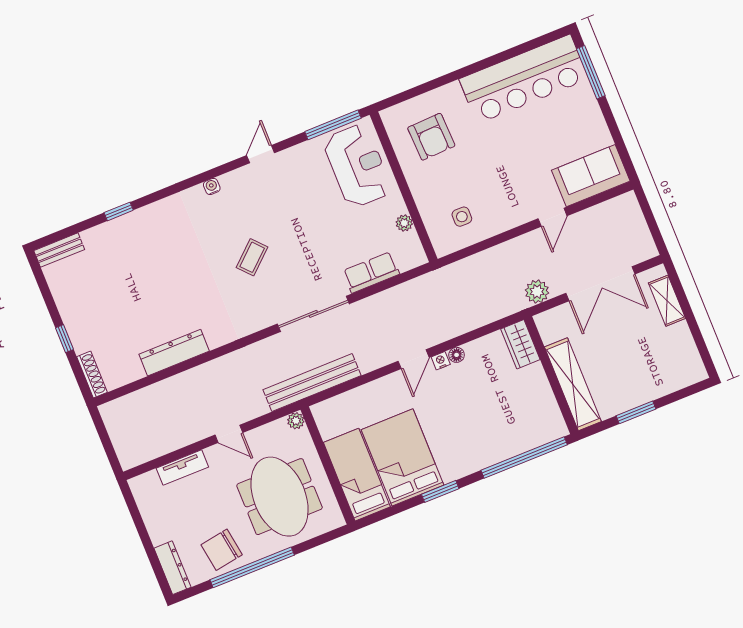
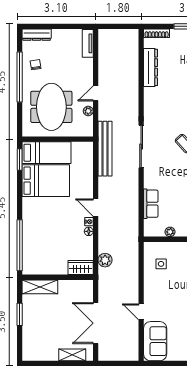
plant: (537, 292) -> (105, 260), moved
sliding door: (313, 314) -> (141, 146), moved
dresser: (174, 353) -> (151, 67), moved
shelving: (573, 384) -> (40, 287), width x0.68
plant: (296, 421) -> (88, 111), moved
tv unit: (182, 468) -> (88, 43), moved
window: (440, 491) -> (20, 160), moved
meeting table: (280, 497) -> (51, 107), turned 90
chair: (222, 550) -> (36, 65), width x0.54, depth x0.54

